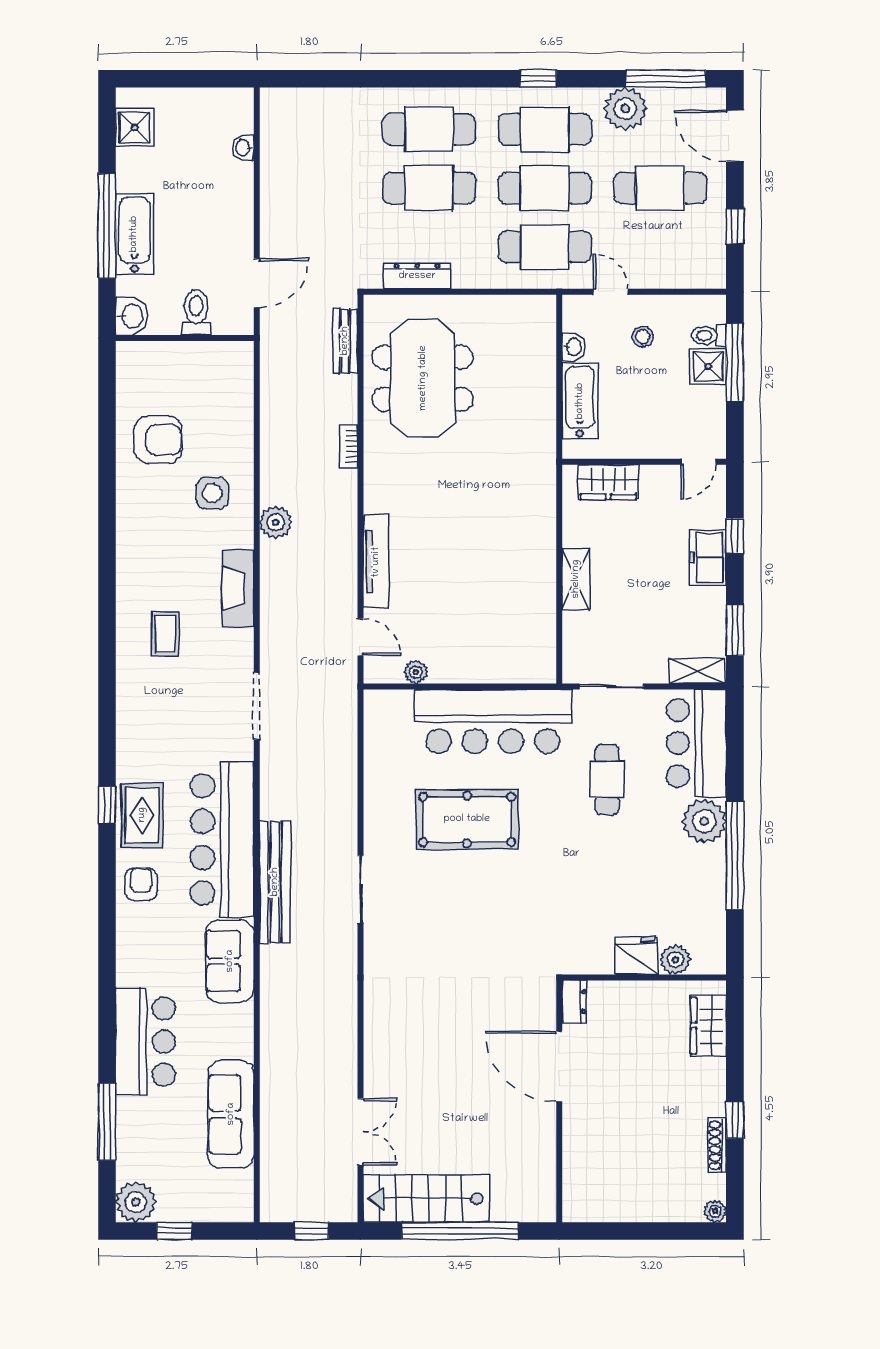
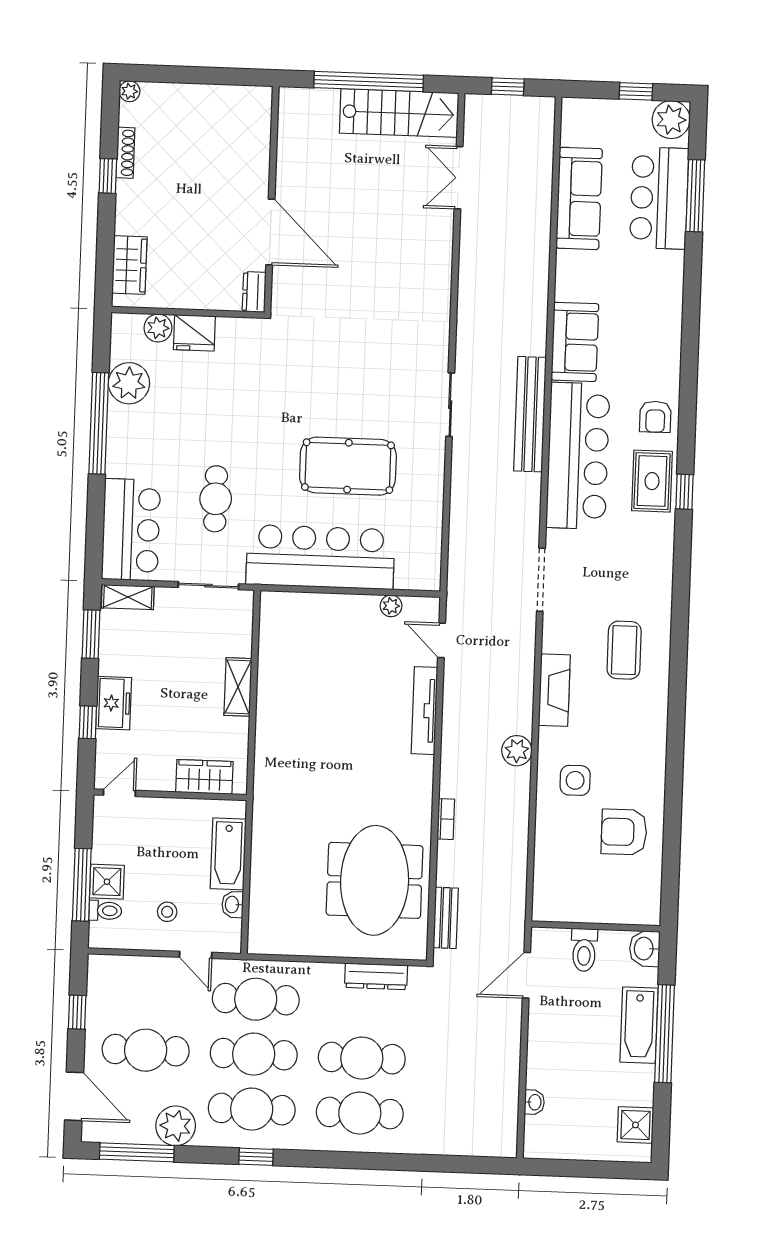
coffee table: (165, 634) -> (624, 650), width x1.36, depth x1.30
plant: (704, 821) -> (129, 383), moved
bar counter: (145, 1042) -> (659, 198), moved

